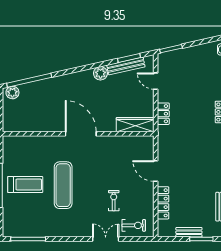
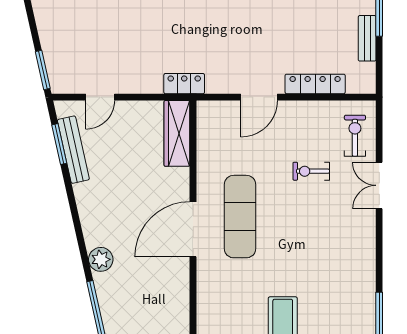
plant: (100, 73) -> (101, 259), moved
locker: (163, 114) -> (184, 84), moved
exercise mat: (63, 185) -> (240, 217), moved, turned 90

